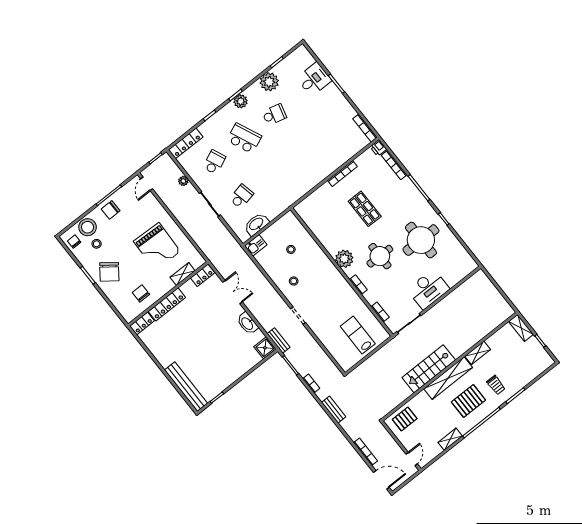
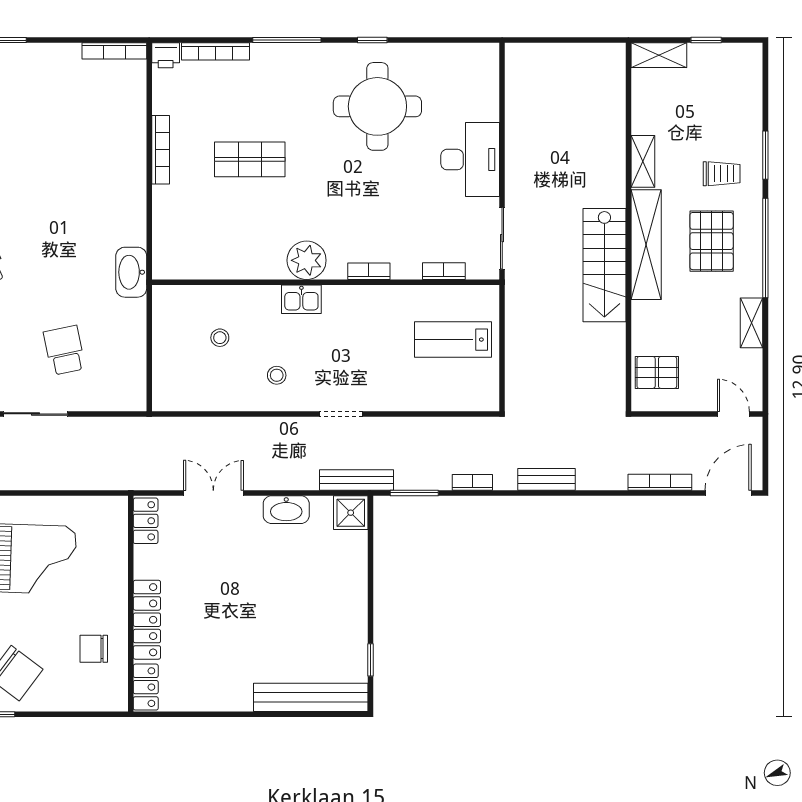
washbasin: (256, 224) -> (131, 272), moved
kitchen sink: (256, 245) -> (301, 299), moved, turned 90
round table: (380, 256) -> (350, 197), removed
shelving: (183, 274) -> (117, 553), removed
bench: (279, 341) -> (357, 480), width x1.36
pallet: (405, 419) -> (657, 372), turned 90

